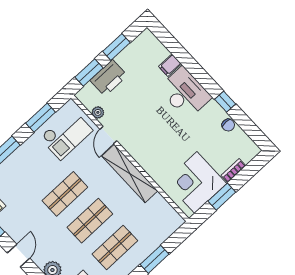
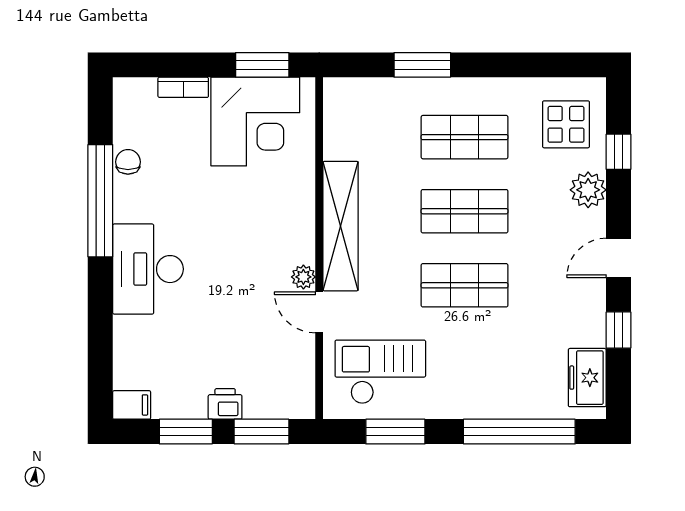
filing cabinet: (170, 65) -> (132, 405), moved
printer: (109, 78) -> (225, 404), width x0.53, depth x0.68
window: (225, 102) -> (100, 201), width x3.17
plant: (98, 112) -> (303, 277), moved
door: (108, 135) -> (319, 312), swing flipped
window: (222, 197) -> (262, 65), moved

